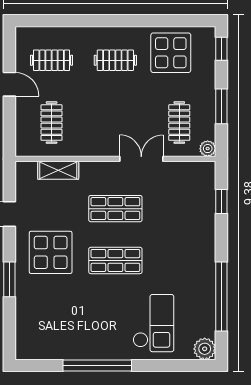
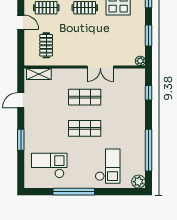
clothes rail: (179, 123) -> (123, 45), removed
double door: (141, 159) -> (100, 67), swing flipped
shelving: (58, 170) -> (39, 74), moved
display table: (51, 252) -> (46, 123), removed
checkout: (57, 322) -> (49, 166), added

